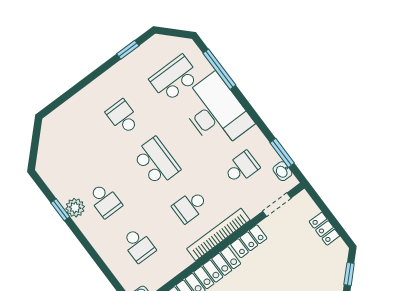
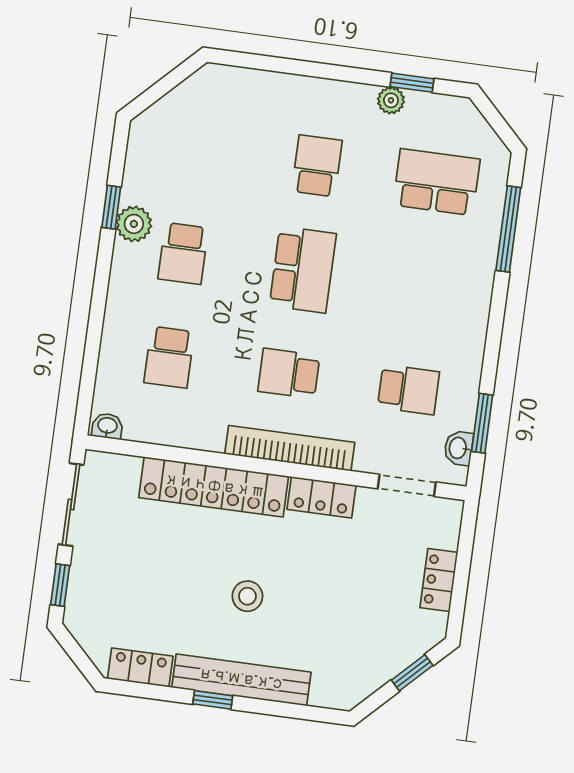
plant: (126, 64) -> (391, 100), added
desk: (216, 112) -> (447, 281), removed

